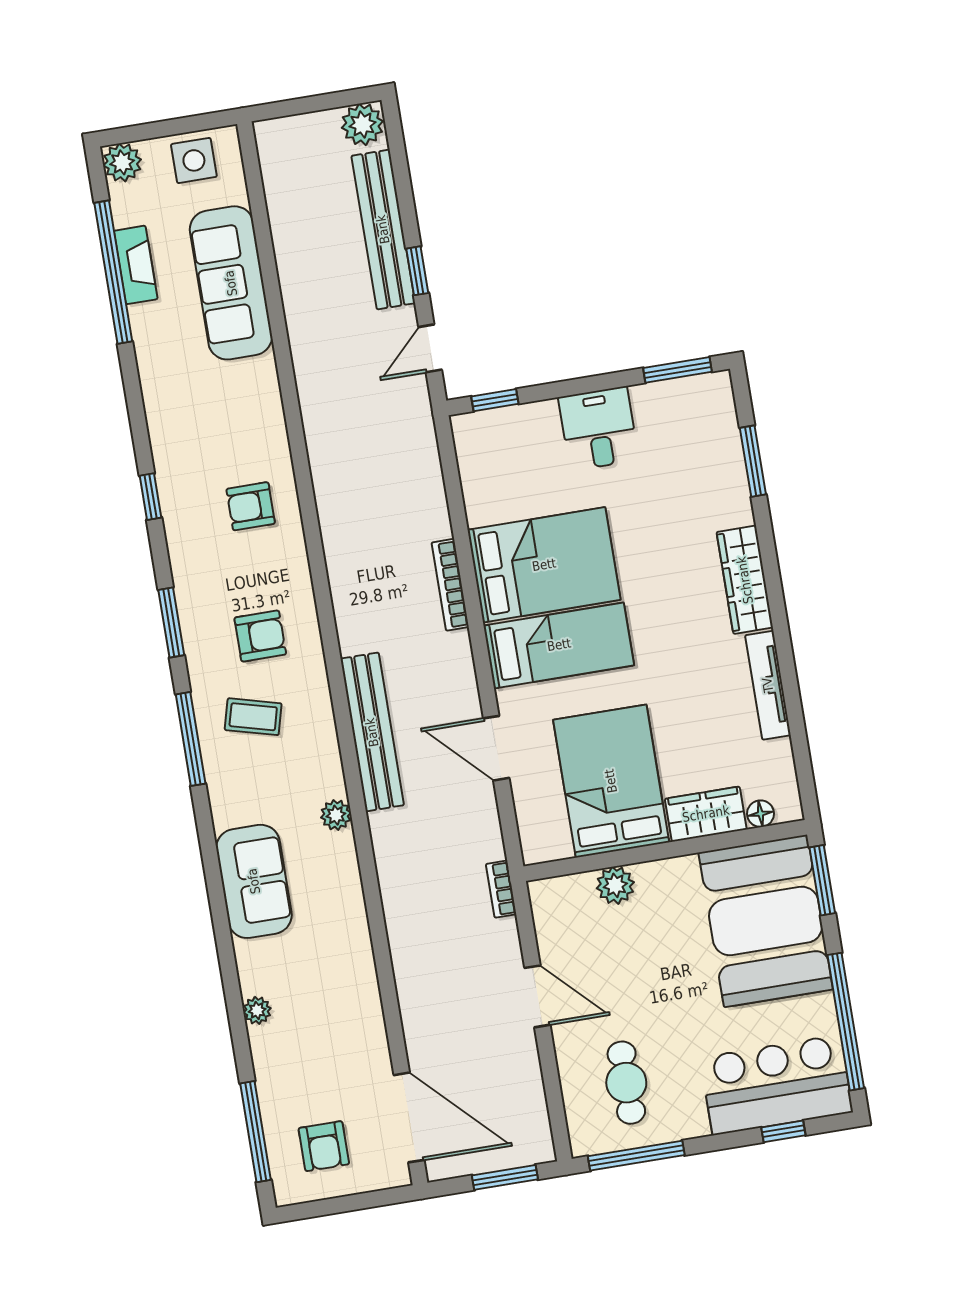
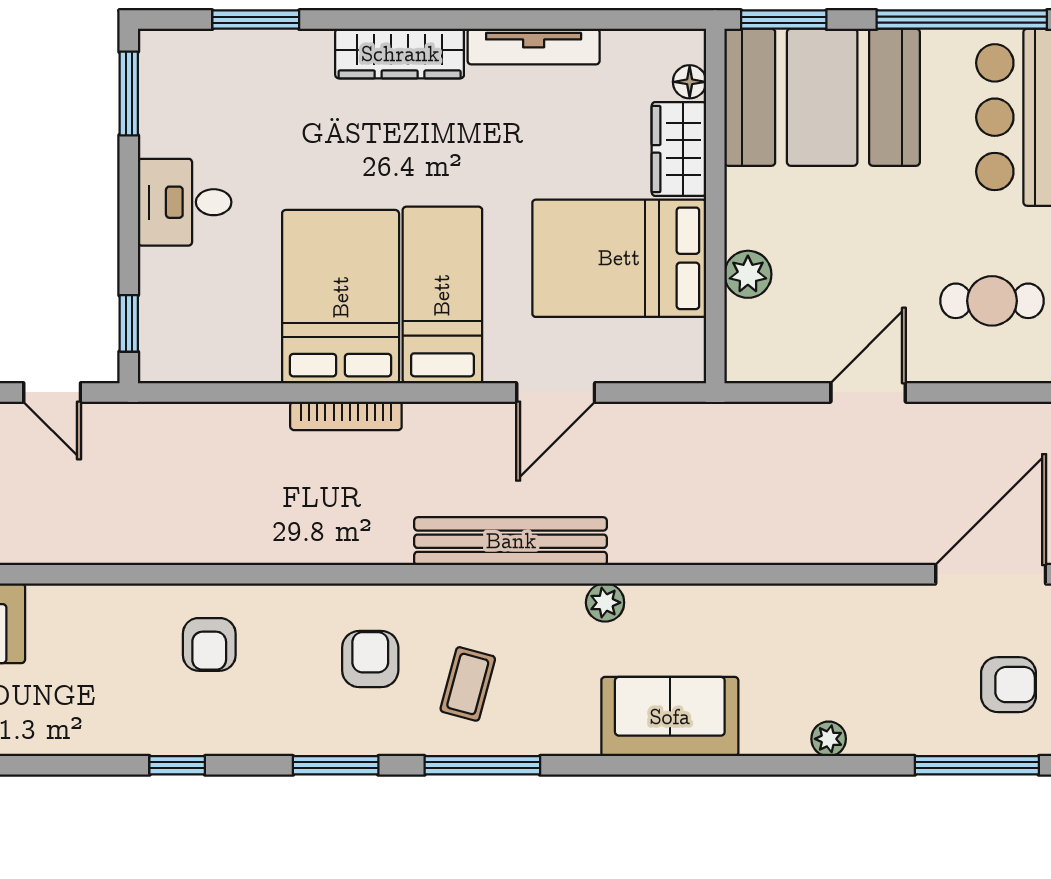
bookcase: (501, 889) -> (729, 415), removed

